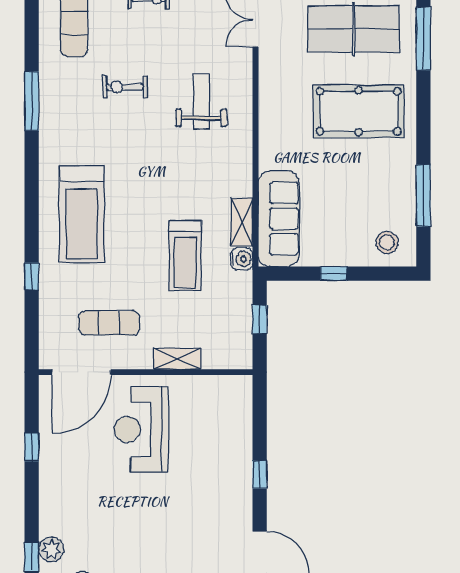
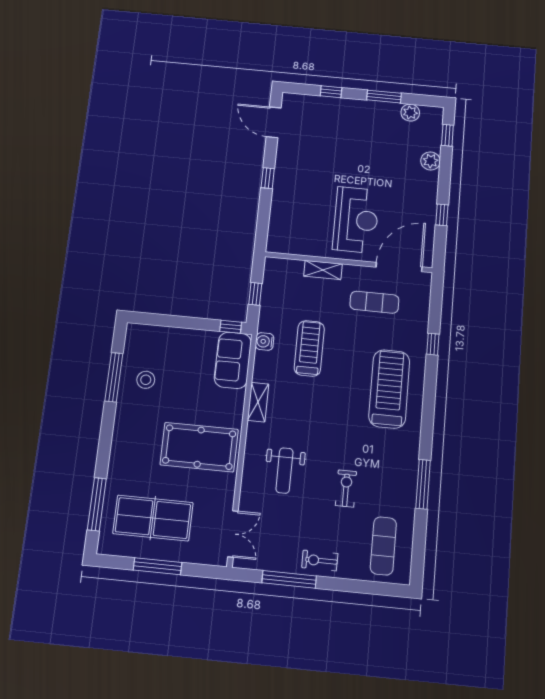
exercise bike: (125, 87) -> (346, 488), turned -90
pool table: (359, 111) -> (199, 447), moved
sofa: (279, 219) -> (233, 360), width x0.73
shelving: (242, 222) -> (258, 402), moved
stool: (387, 242) -> (146, 380), moved
window: (334, 274) -> (231, 327), moved
plant: (51, 549) -> (431, 161), moved

